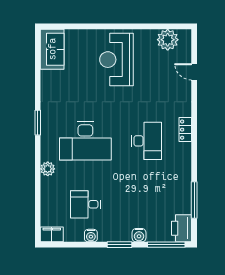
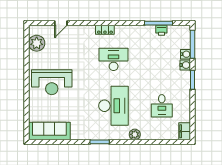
sofa: (52, 49) -> (49, 131), width x1.36
printer: (182, 228) -> (161, 30), moved, width x0.53, depth x0.68
water cooler: (91, 236) -> (186, 54), moved

